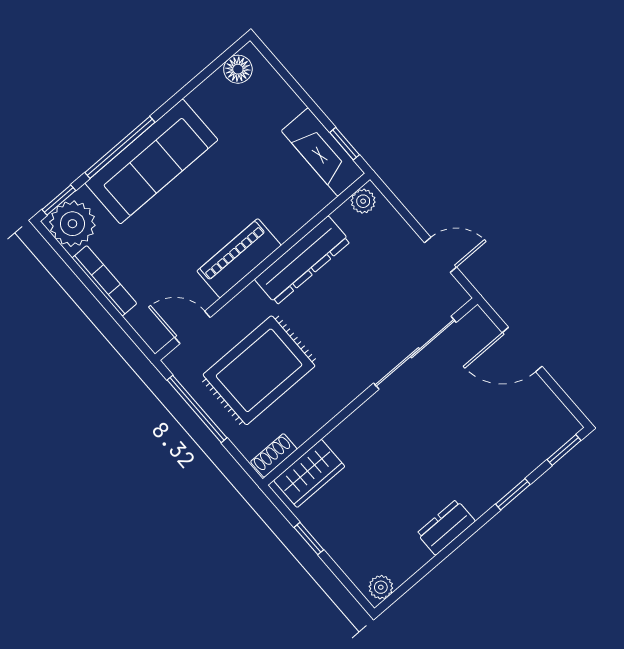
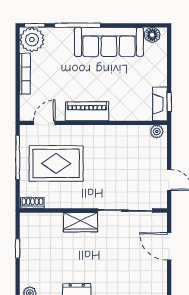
fireplace: (323, 152) -> (160, 104), width x0.73, depth x0.76
sofa: (151, 161) -> (109, 42), moved
dresser: (302, 260) -> (112, 134), removed
door: (192, 327) -> (44, 123), hinge flipped
wardrobe: (309, 473) -> (80, 222), moved

